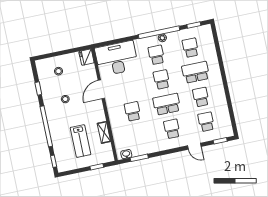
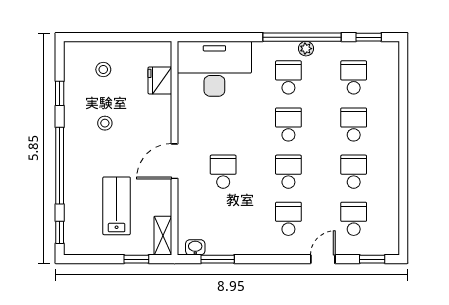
fridge: (86, 57) -> (160, 80), moved
school desk: (196, 72) -> (354, 125), width x0.54
door: (101, 89) -> (175, 161), moved
school desk: (167, 104) -> (288, 172), width x0.54
shelving: (104, 132) -> (163, 236), moved
lab bench: (80, 141) -> (117, 206), turned 180
door: (194, 146) -> (323, 259), swing flipped

